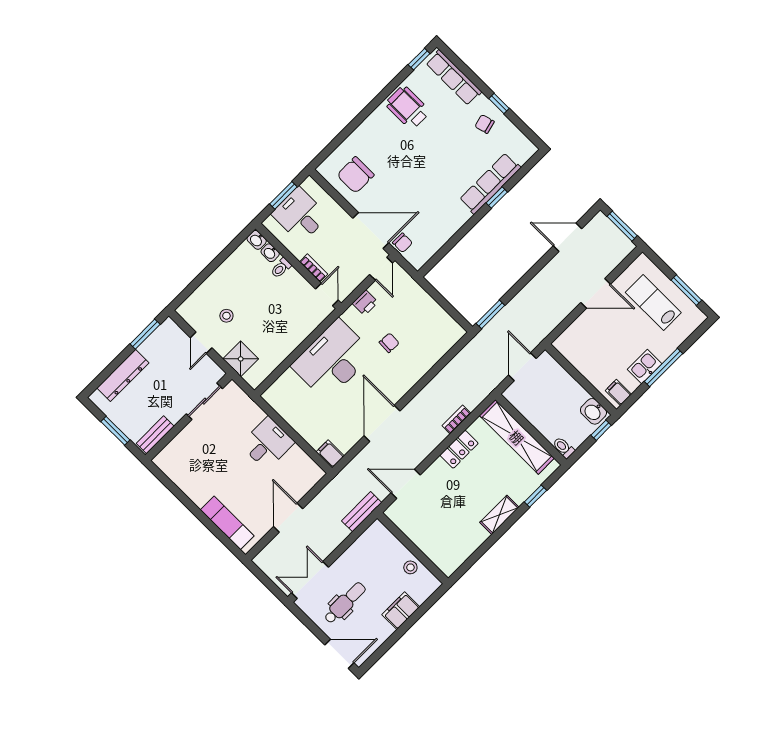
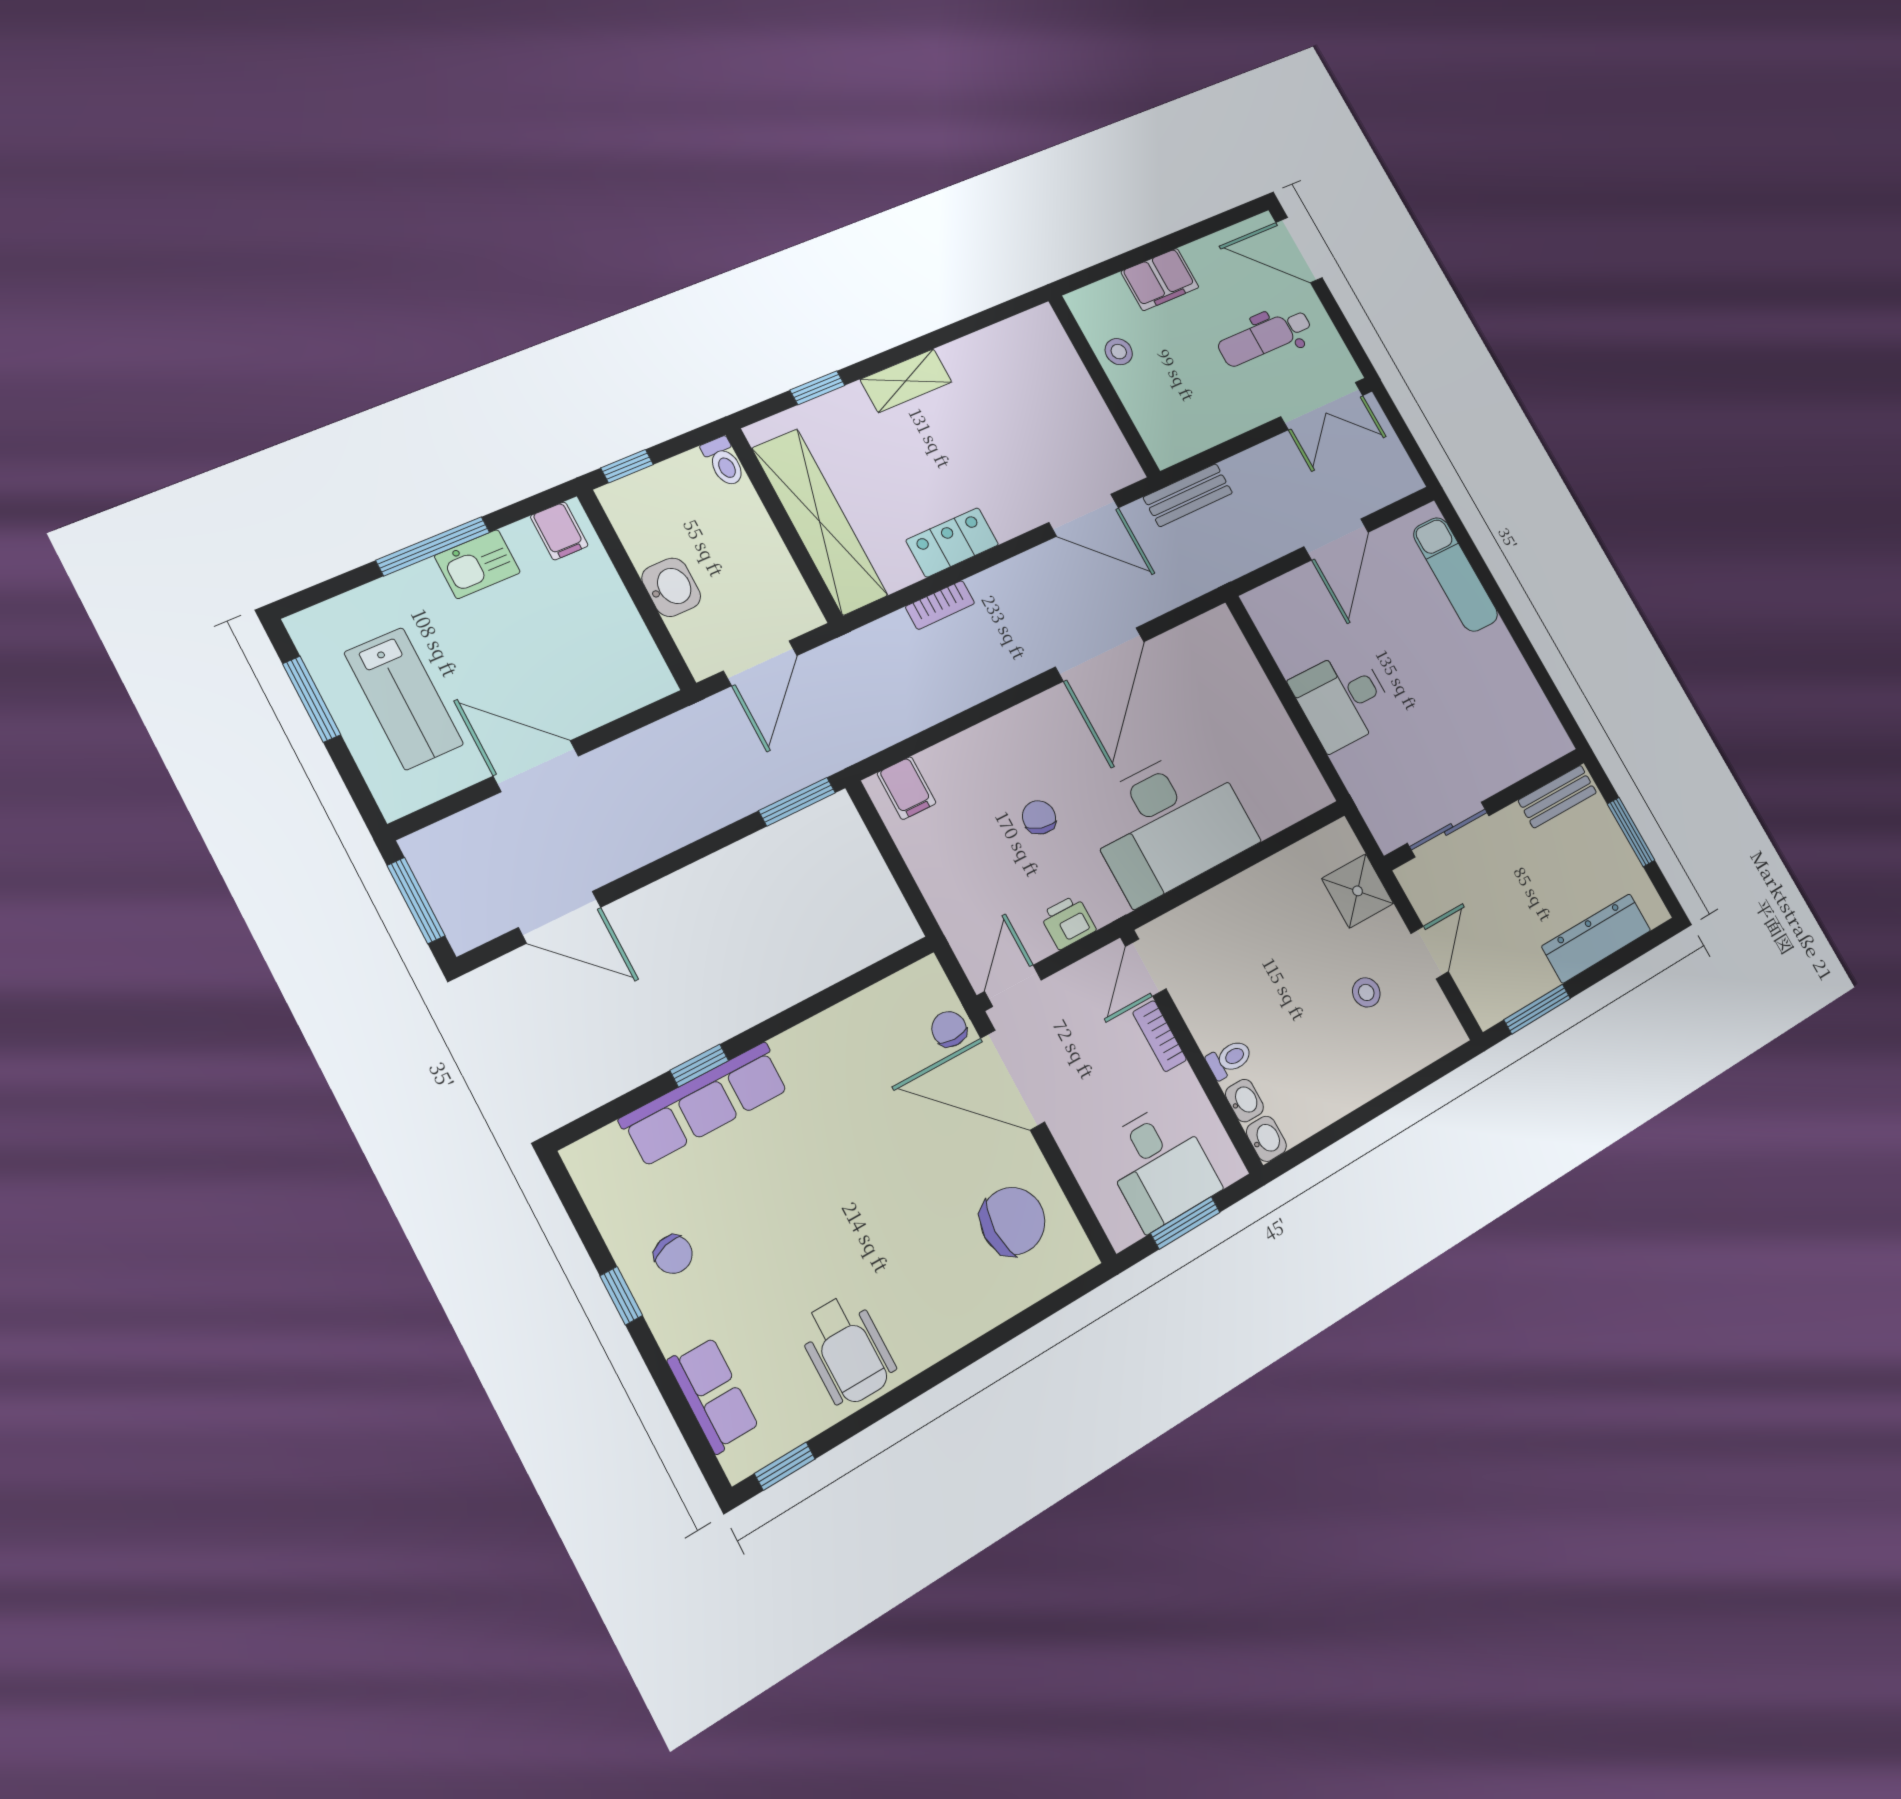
row of seats: (454, 77) -> (713, 1395), width x0.68
chair: (389, 343) -> (1039, 817), turned 102
washbasin: (593, 411) -> (671, 587), moved
filing cabinet: (330, 454) -> (907, 788), moved

